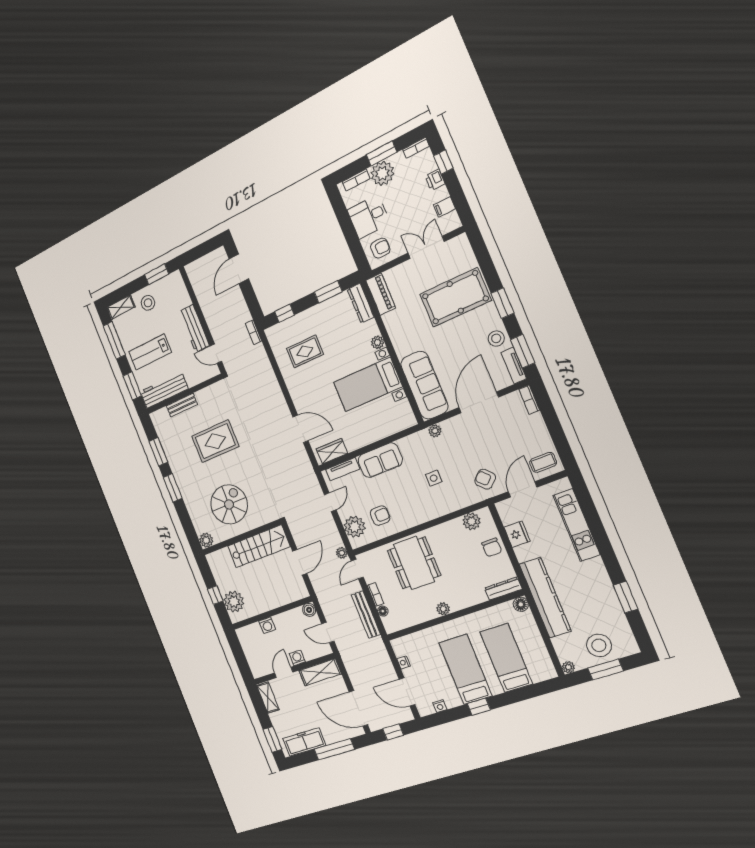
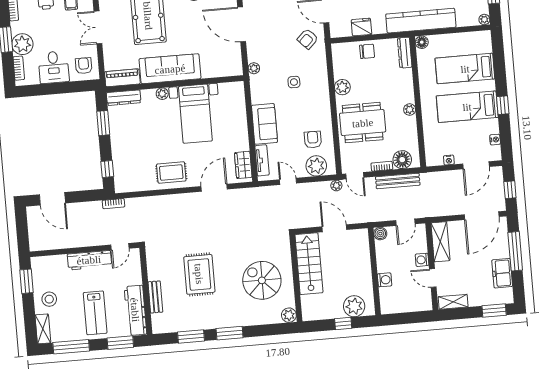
rug: (305, 351) -> (171, 172), moved, turned 90
sofa: (424, 385) -> (170, 69), moved
plant: (471, 521) -> (342, 87), moved
floor lamp: (383, 611) -> (402, 160), width x1.89, depth x1.89
freezer: (304, 742) -> (502, 273), width x0.71

